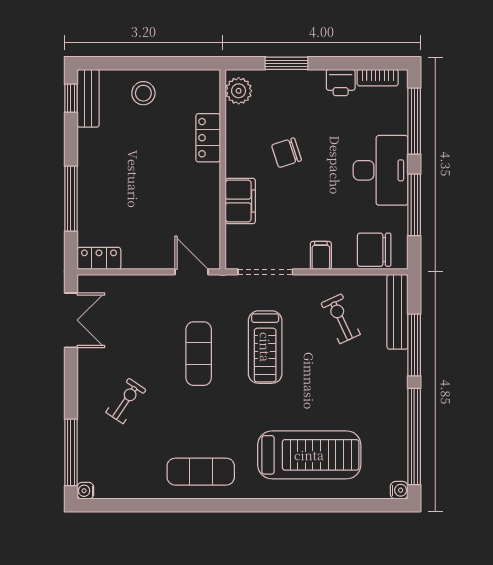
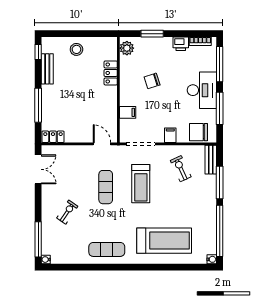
bench: (88, 98) -> (47, 69), moved
filing cabinet: (240, 201) -> (128, 112), width x0.50
bench: (397, 312) -> (211, 160), width x0.73

